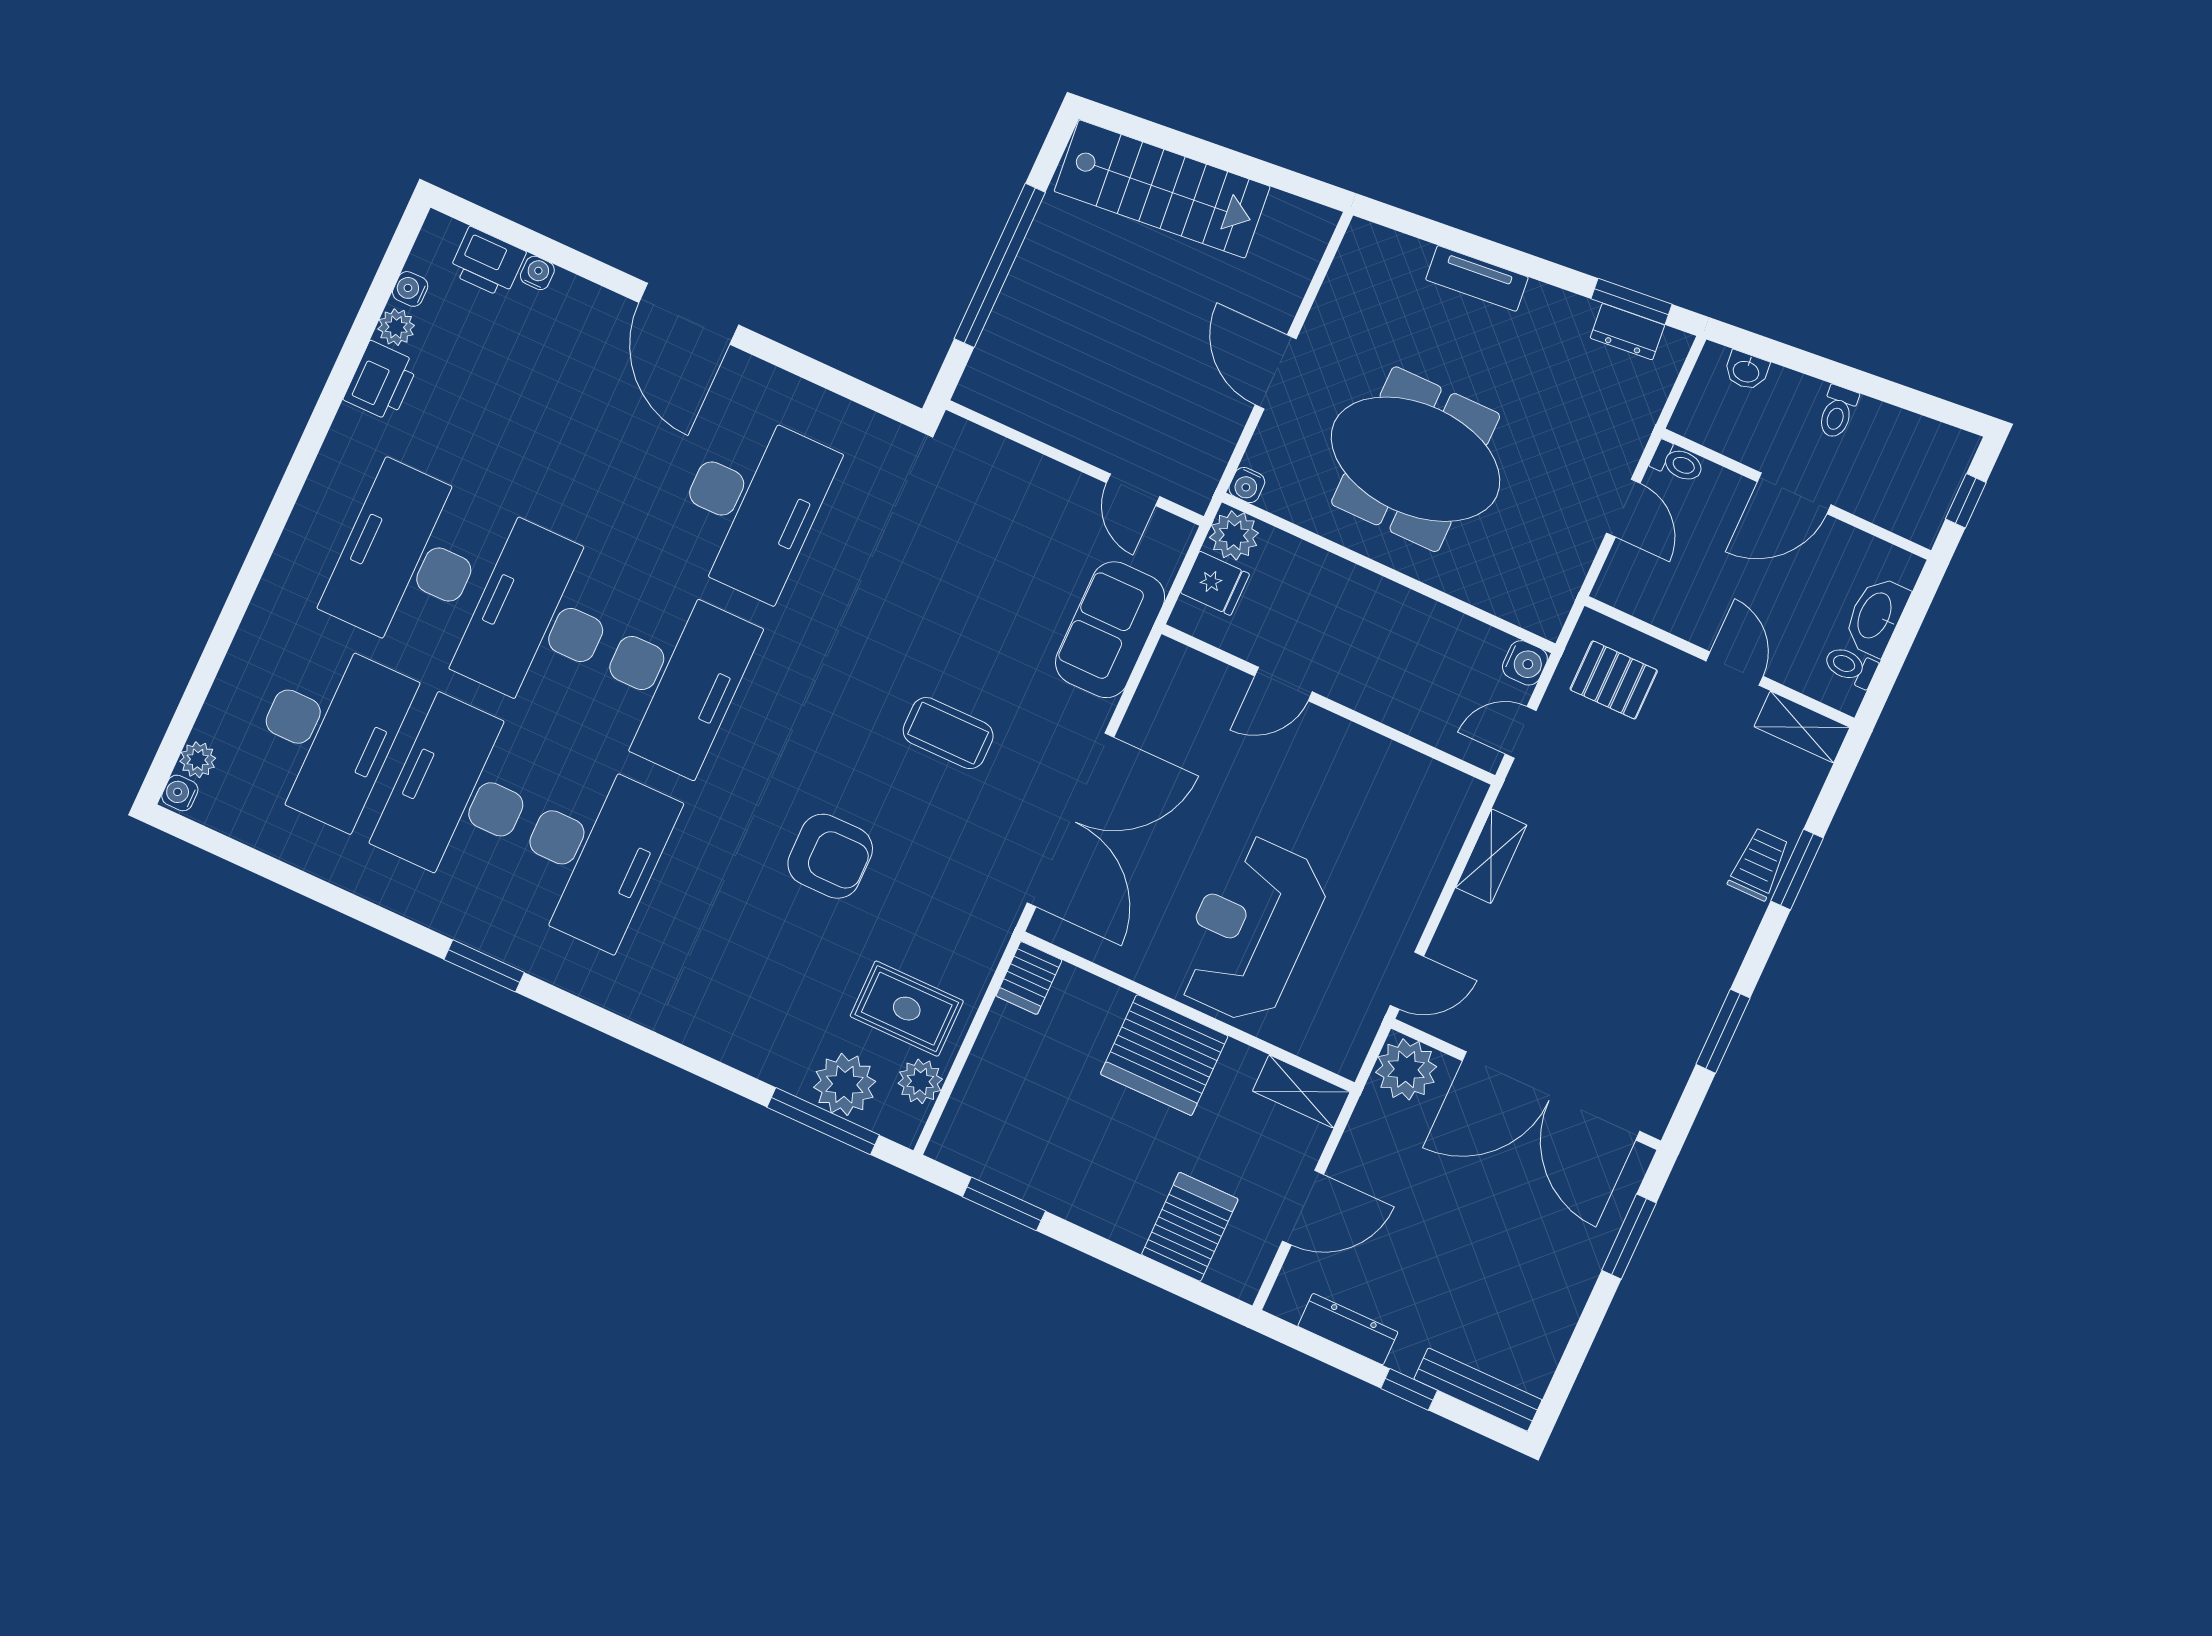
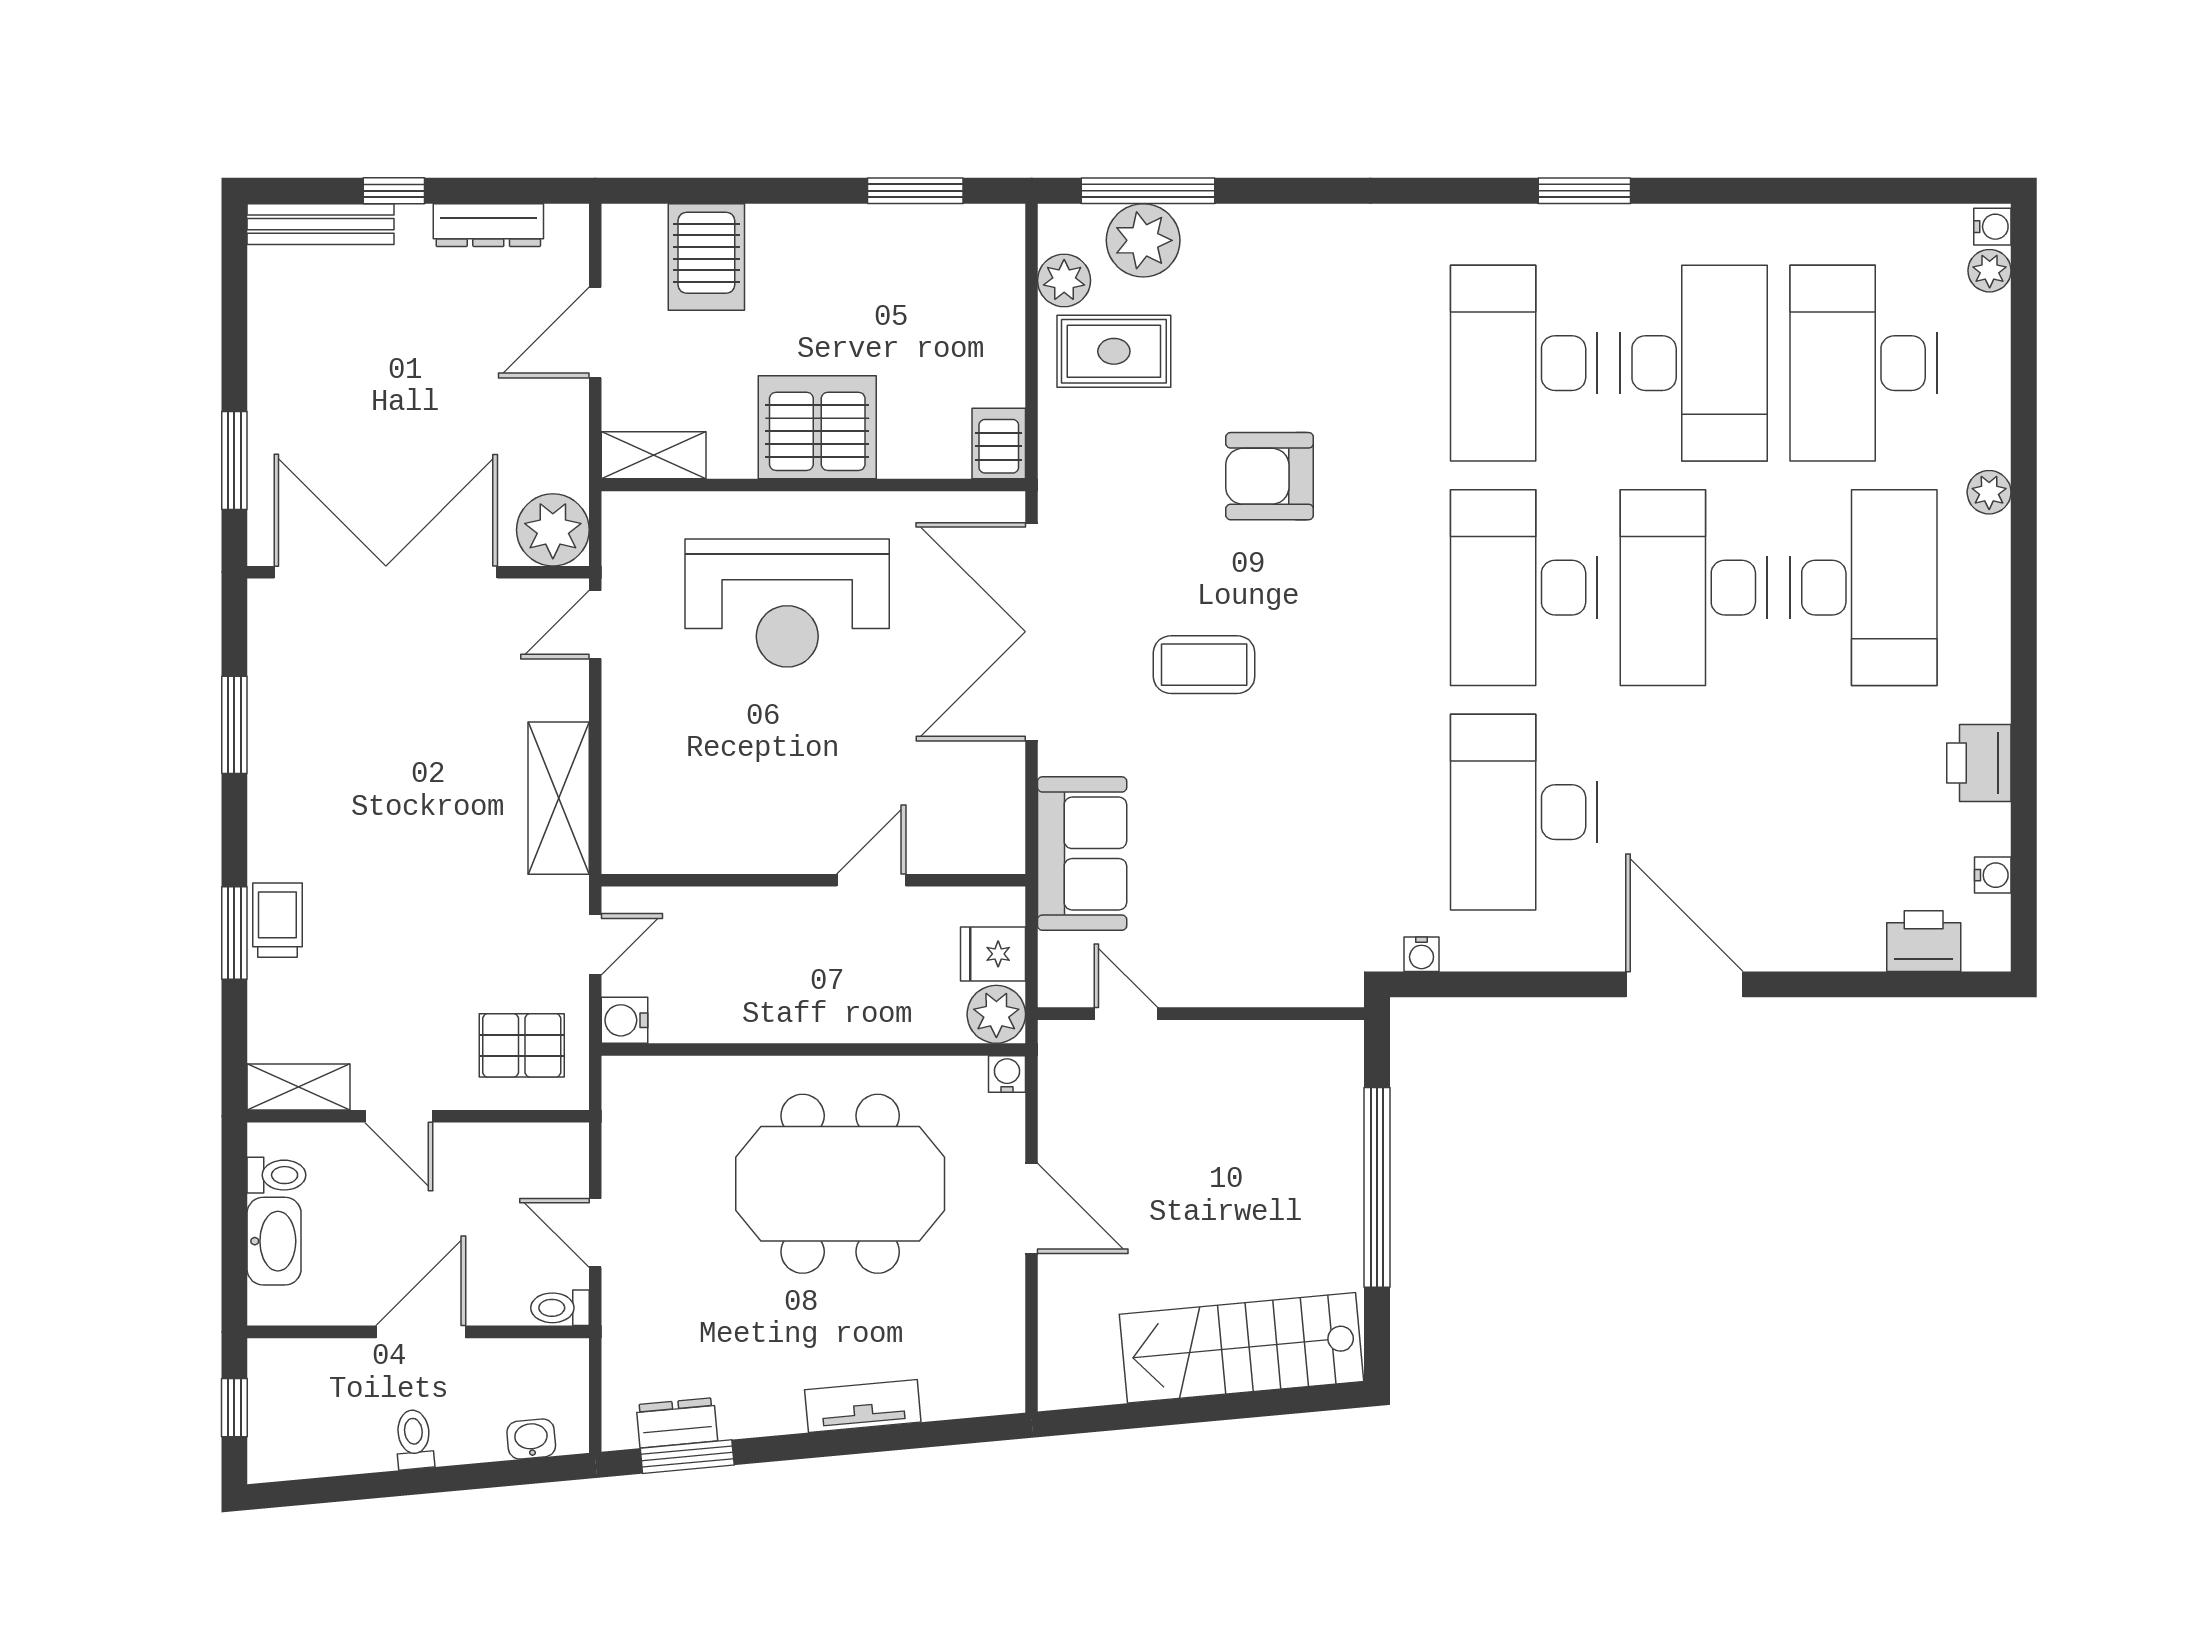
water cooler: (537, 273) -> (1422, 954), moved
plant: (396, 327) -> (1989, 492), moved
desk: (540, 619) -> (1694, 588), turned 180
shelving: (1491, 856) -> (559, 798), width x1.50, depth x1.33
trolley: (1759, 864) -> (277, 920), turned 180
reception desk: (1250, 929) -> (787, 603), turned 90

